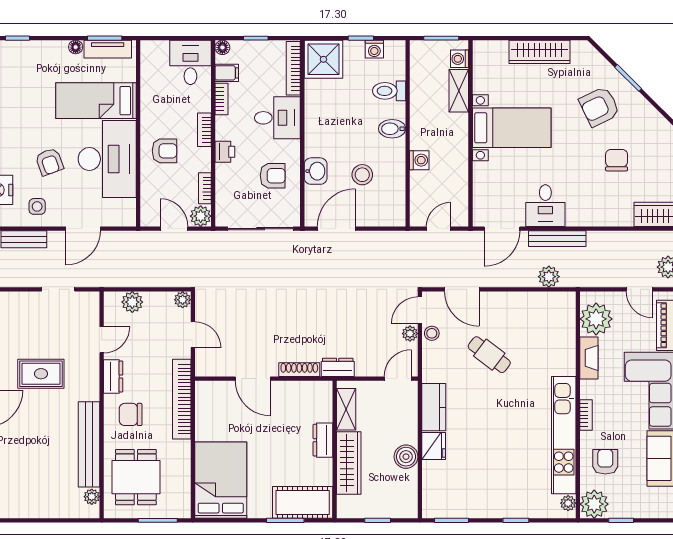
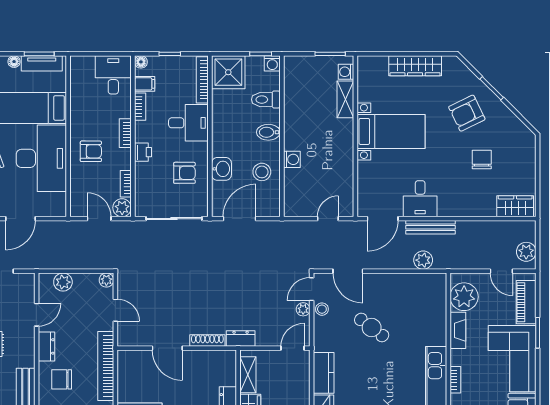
toilet: (389, 91) -> (266, 100), moved
bidet: (392, 129) -> (268, 132), moved
wall: (408, 133) -> (282, 136), moved
washing machine: (419, 160) -> (292, 159), moved

